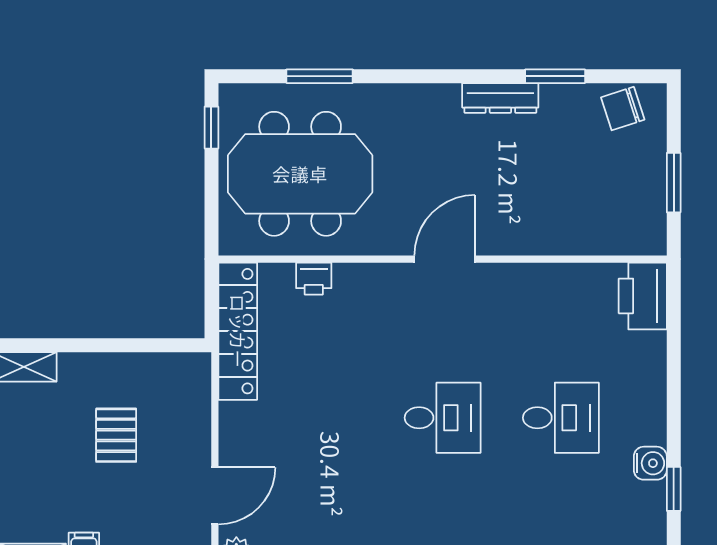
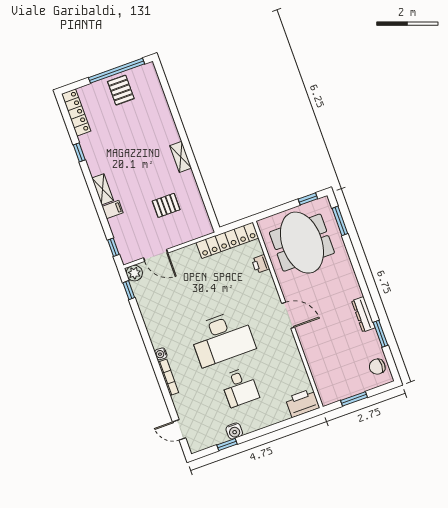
window: (320, 76) -> (340, 221), moved
chair: (623, 109) -> (377, 367), turned -72
desk: (443, 418) -> (222, 338), width x1.87, depth x1.30

